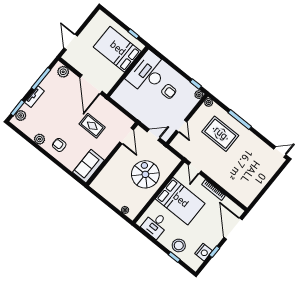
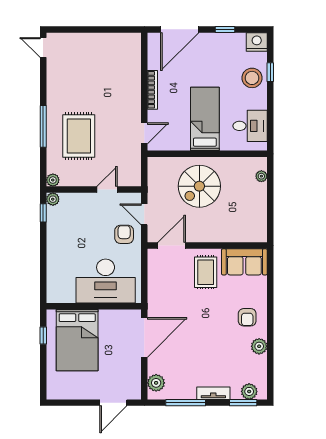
desk: (148, 73) -> (106, 281), moved
armchair: (169, 91) -> (124, 234), moved
rug: (92, 126) -> (206, 272), moved
bed: (180, 201) -> (205, 119), width x0.67
nightstand: (204, 252) -> (257, 42), moved

